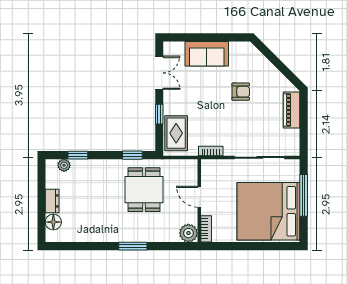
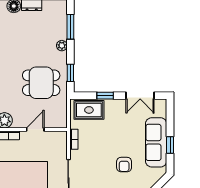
window: (218, 37) -> (170, 145), added
sofa: (207, 54) -> (156, 142), width x1.36
window: (78, 155) -> (70, 27), width x1.50
plant: (64, 165) -> (62, 46), moved

